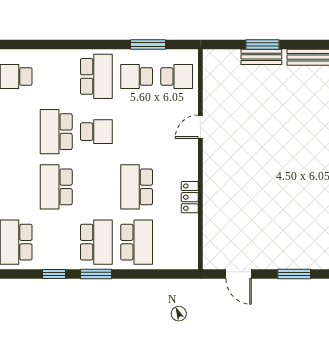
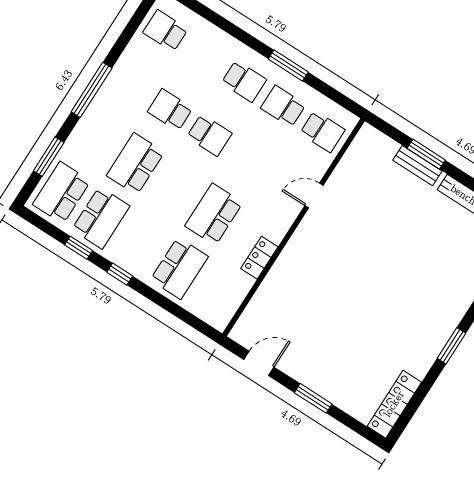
window: (148, 45) -> (288, 66), moved
school desk: (96, 76) -> (244, 81), width x0.54
school desk: (56, 132) -> (170, 110), width x0.54
school desk: (96, 242) -> (101, 218), moved
window: (96, 274) -> (120, 274), width x0.67
door: (239, 274) -> (259, 363), swing flipped

